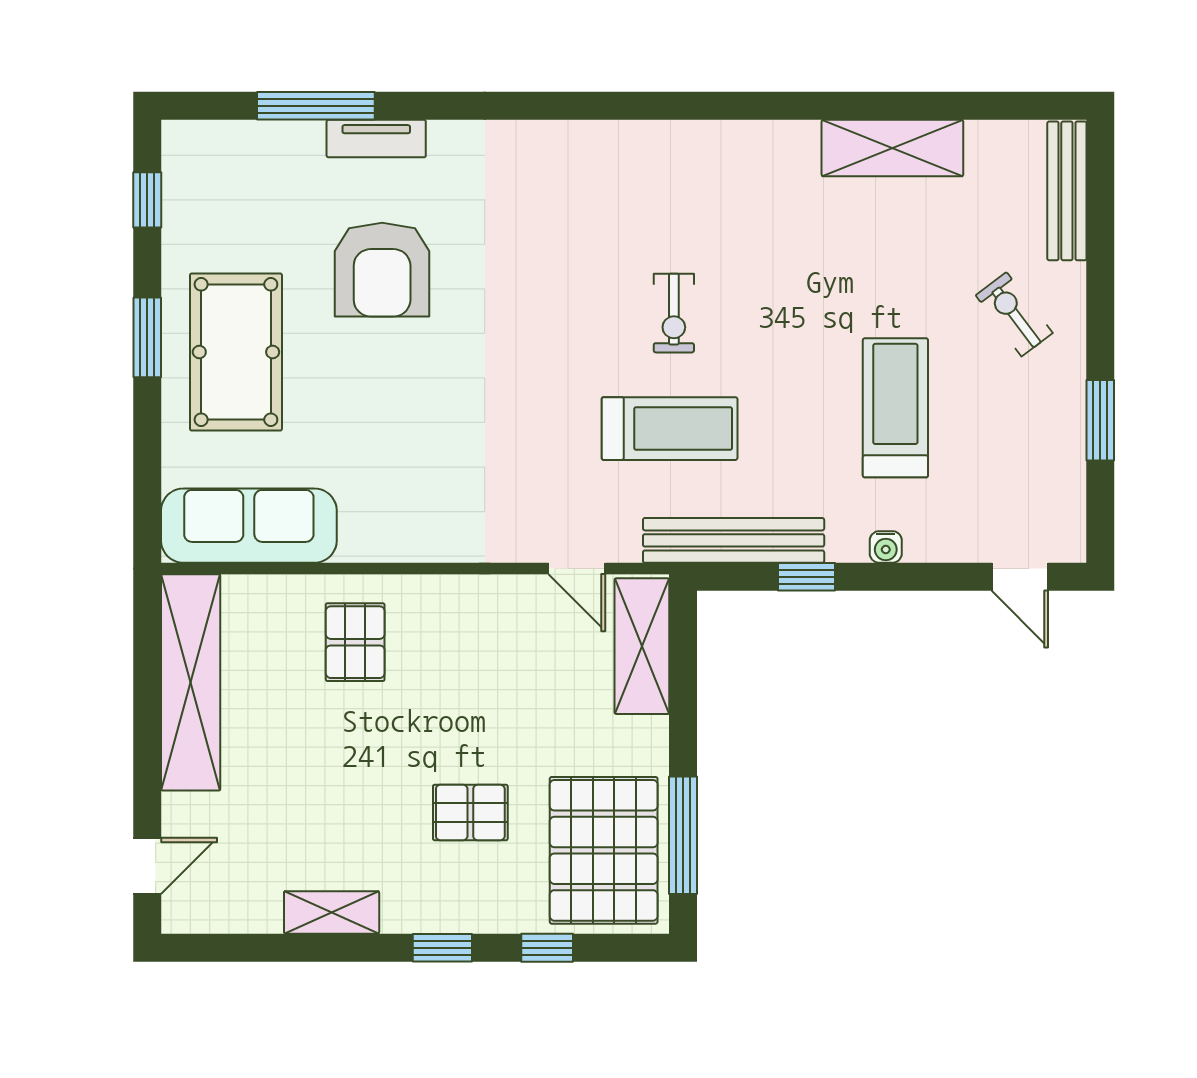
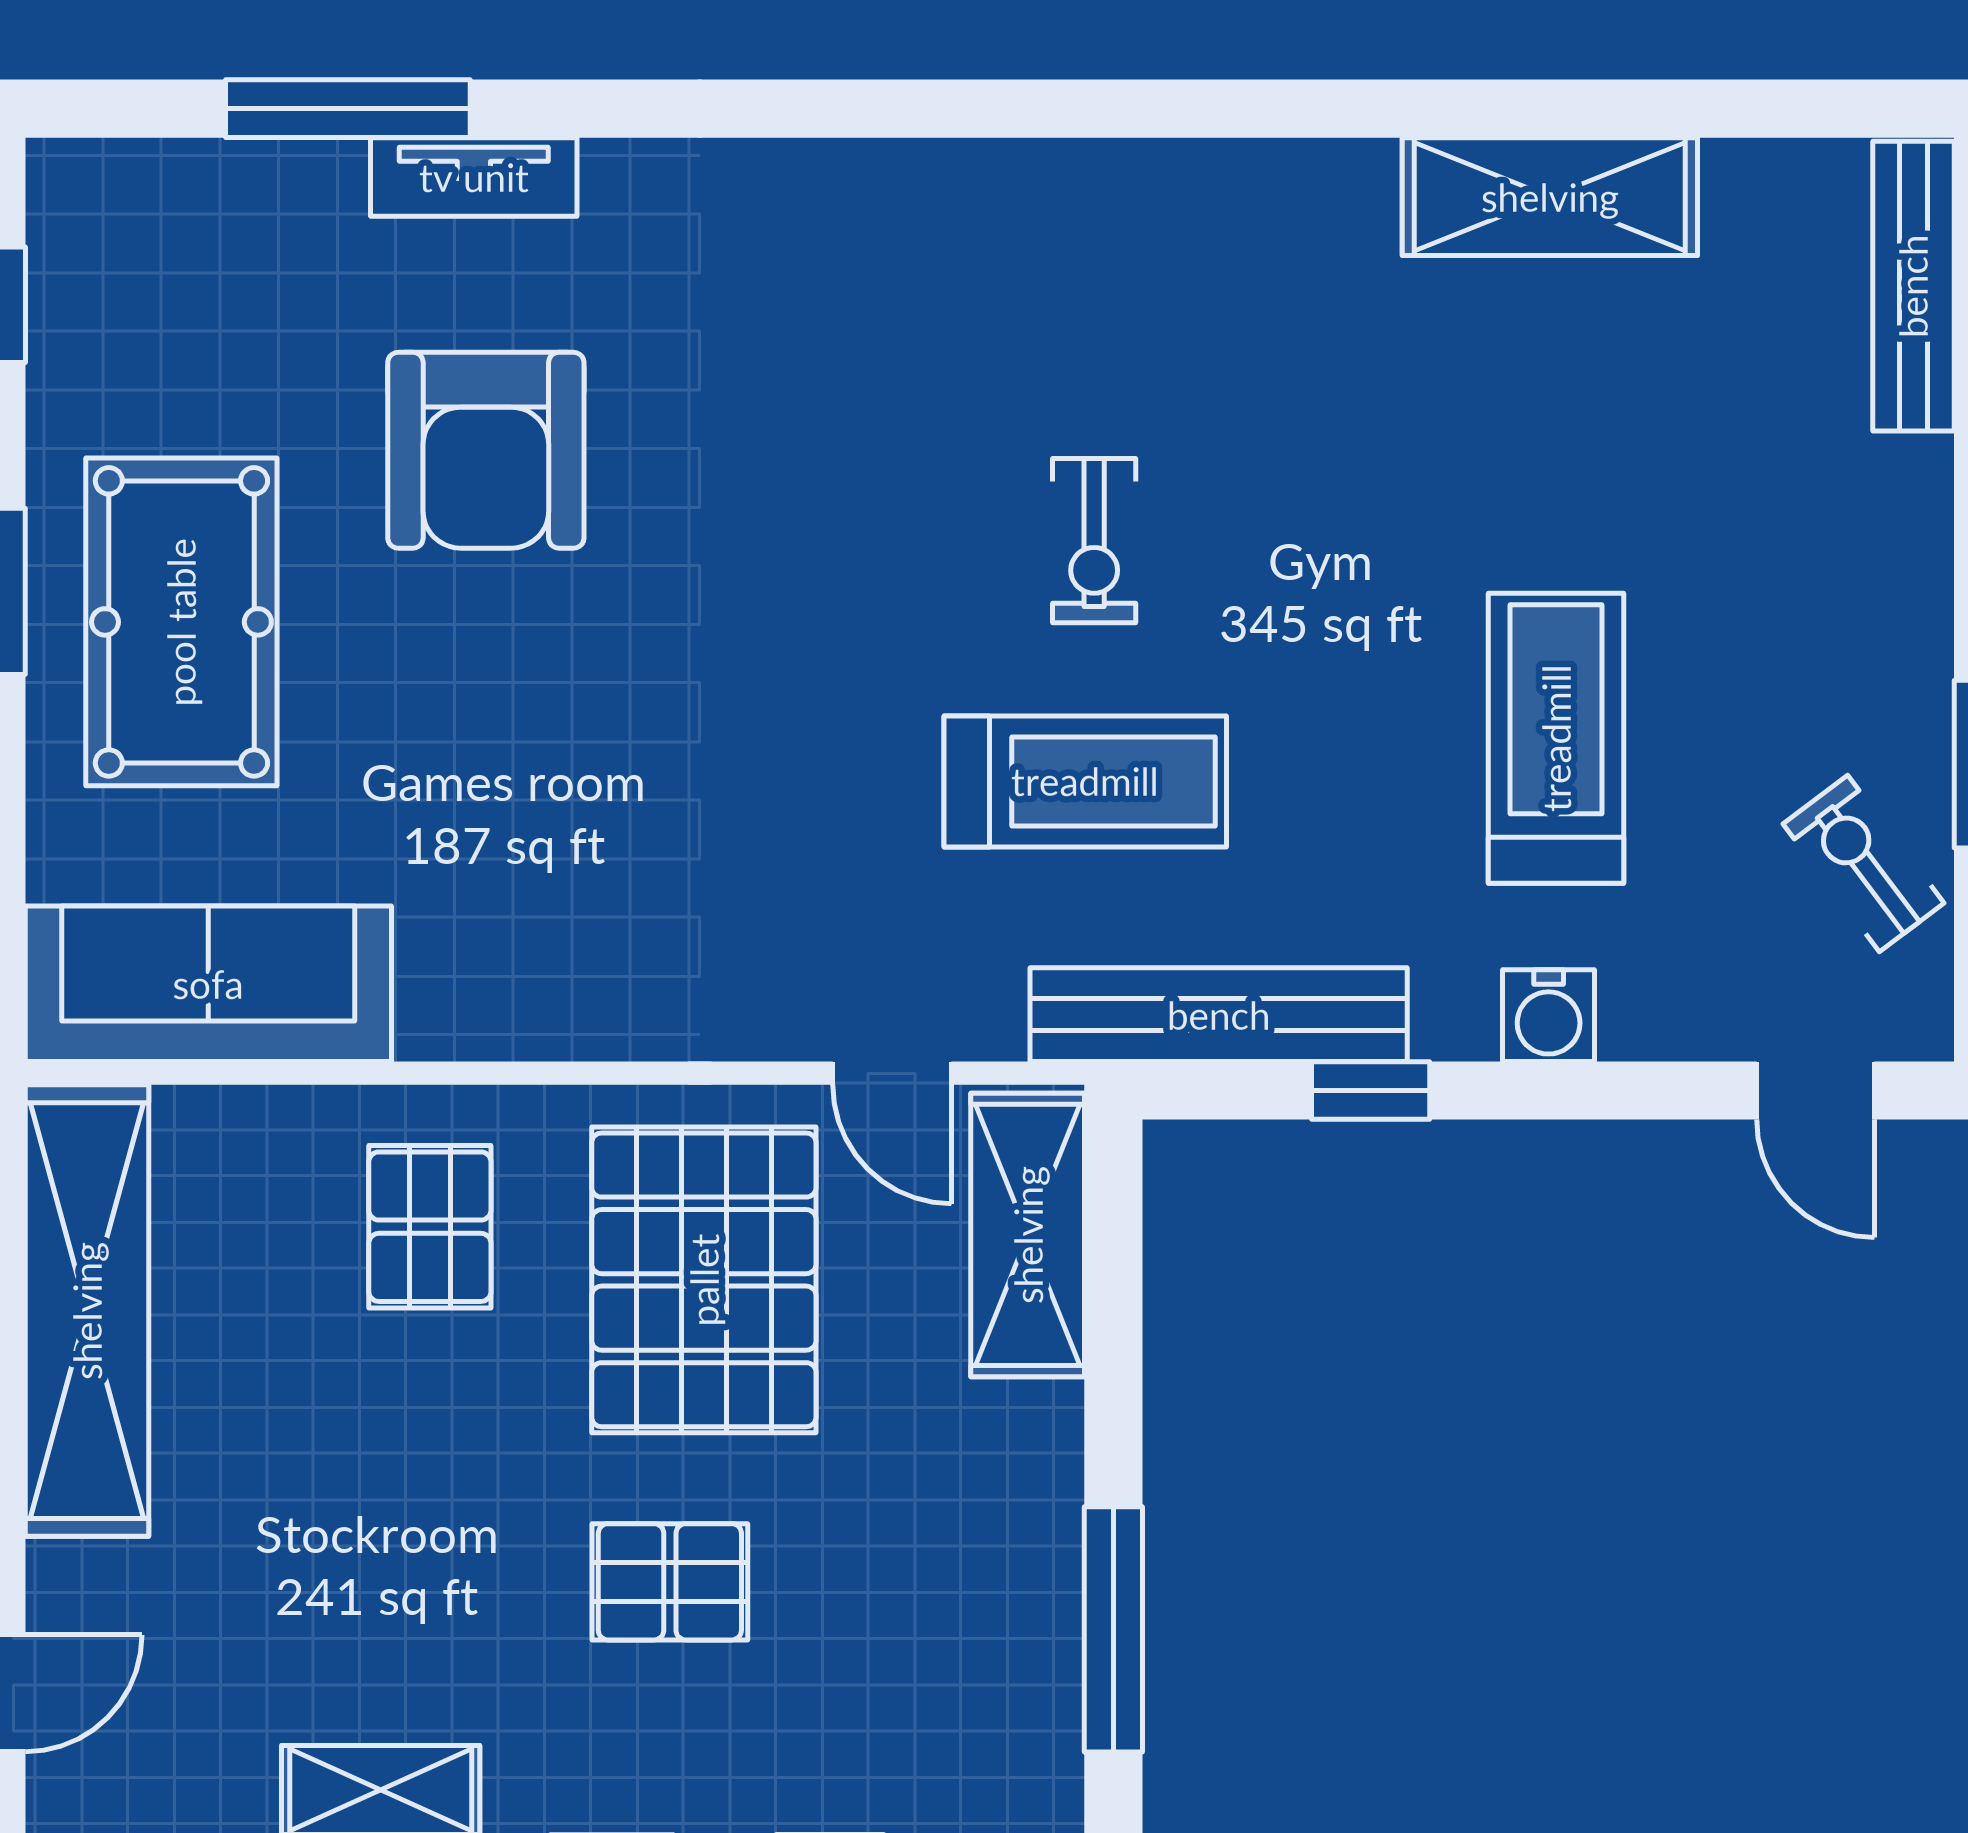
exercise bike: (1014, 314) -> (1864, 863), moved
water cooler: (886, 547) -> (1549, 1016), width x1.38, depth x1.38
pallet: (604, 850) -> (704, 1280), moved

